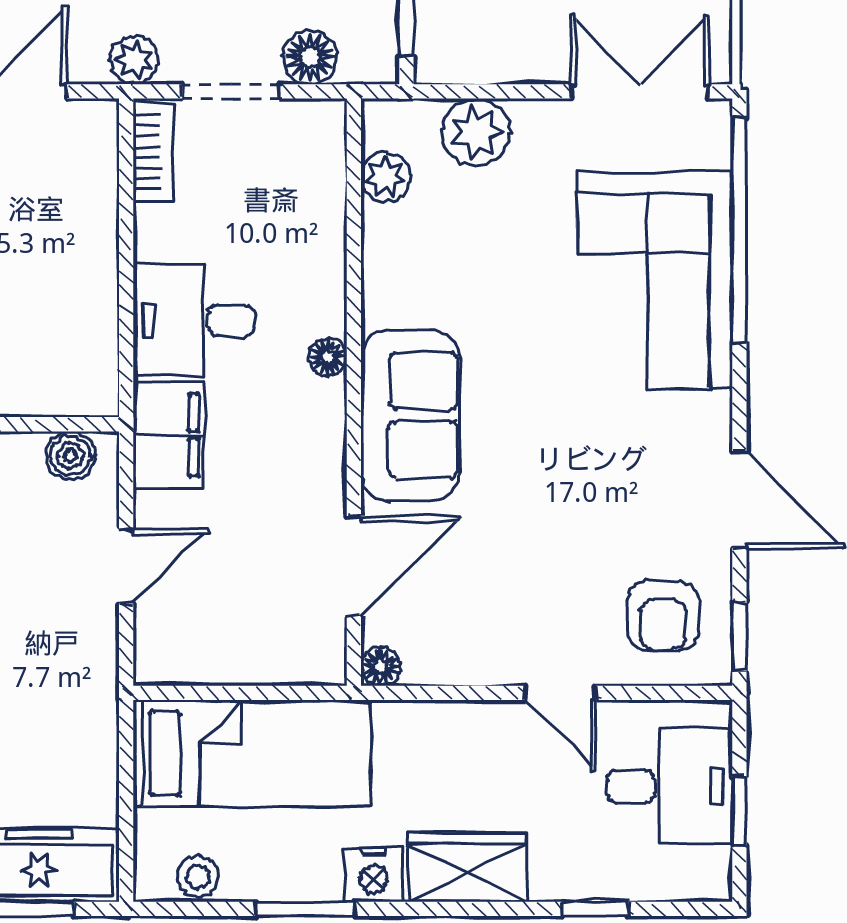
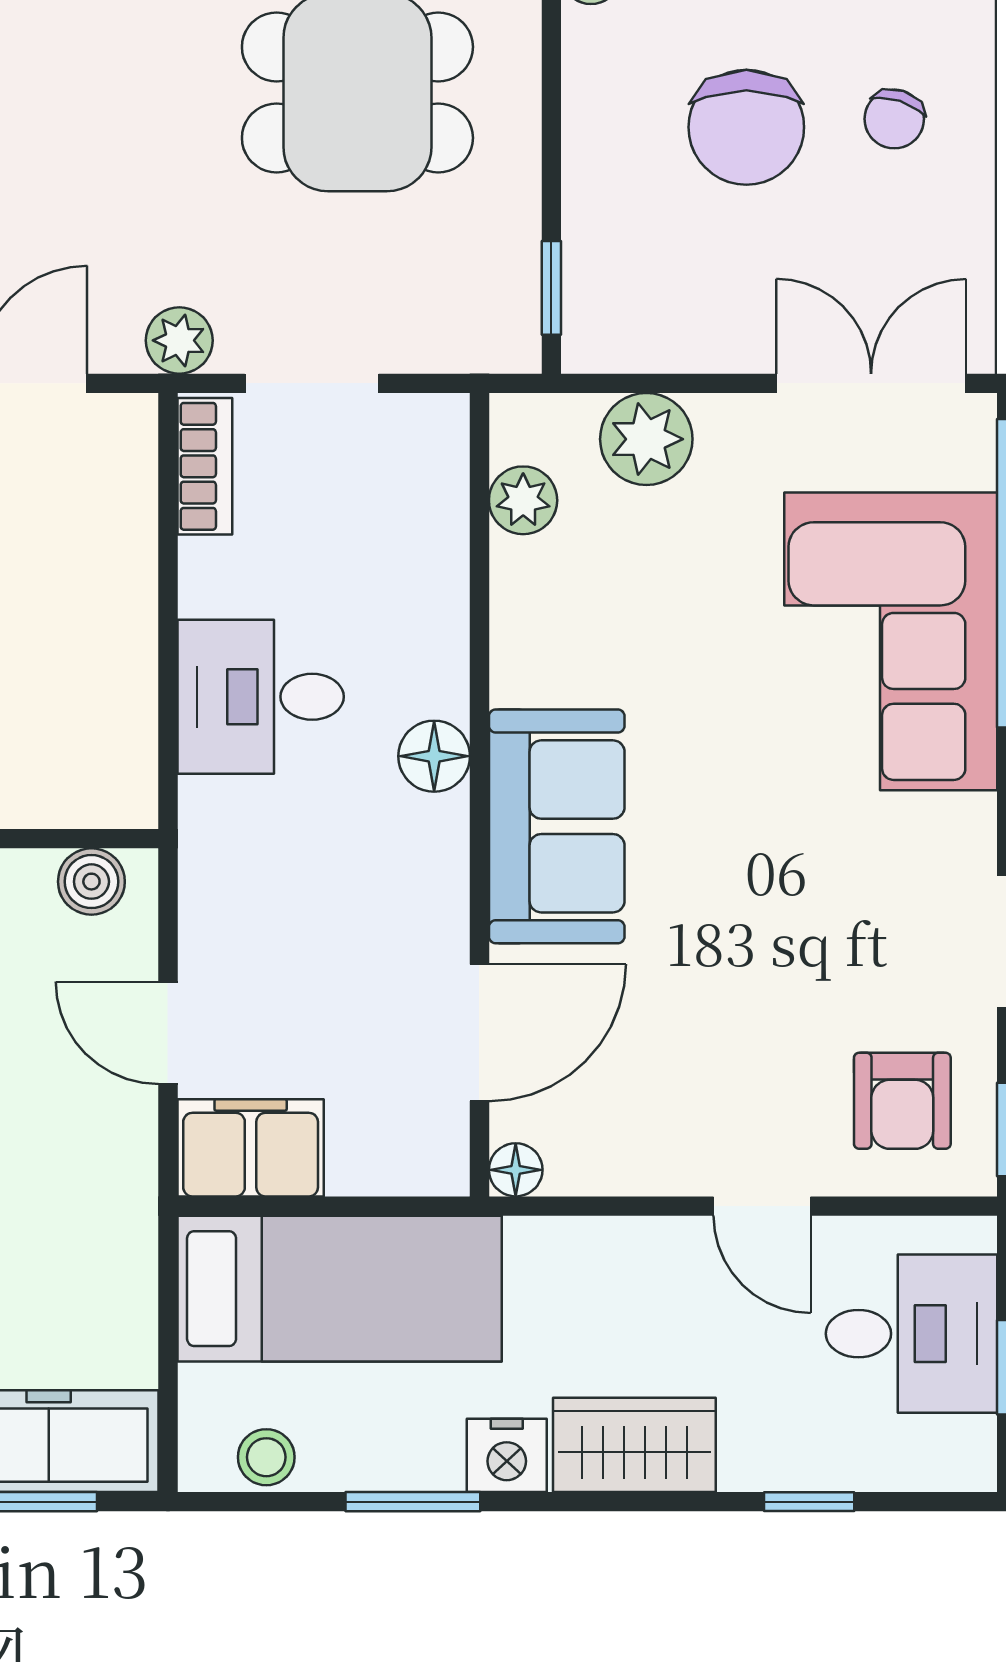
floor lamp: (310, 57) -> (419, 337), removed
floor lamp: (328, 357) -> (434, 756), width x1.37, depth x1.37
filing cabinet: (169, 435) -> (251, 1148), moved, turned -90
door: (126, 566) -> (168, 1033), swing flipped

